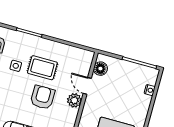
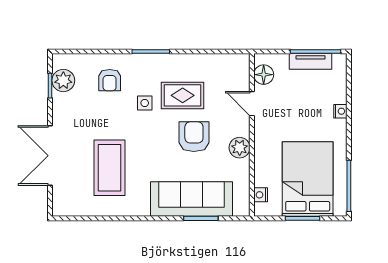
tv unit: (134, 68) -> (311, 61), added
nightstand: (150, 90) -> (340, 111), moved
plant: (74, 100) -> (240, 148), moved

